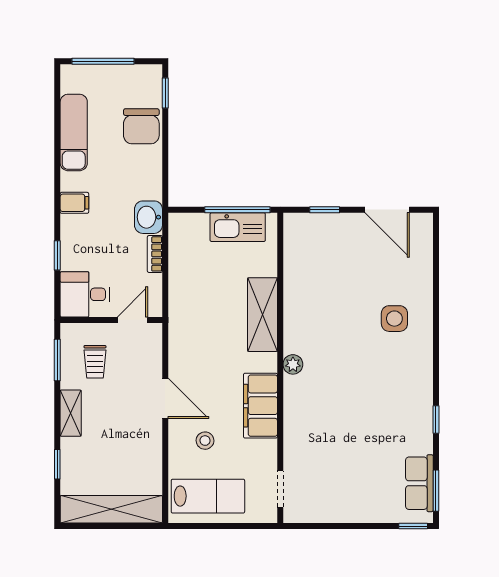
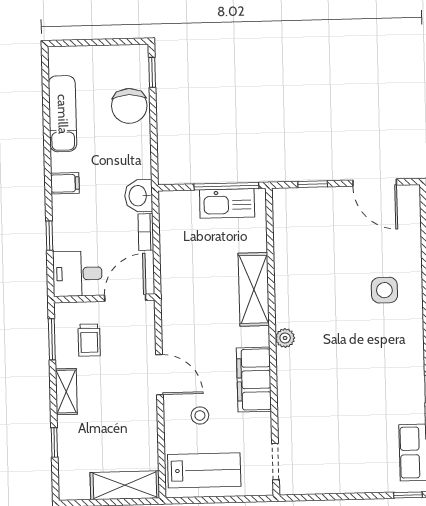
window: (103, 61) -> (90, 42), removed
door: (132, 320) -> (125, 298), width x1.38
shelving: (111, 509) -> (125, 485), width x0.68

